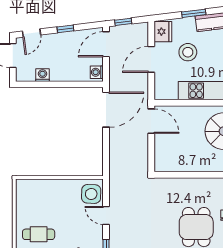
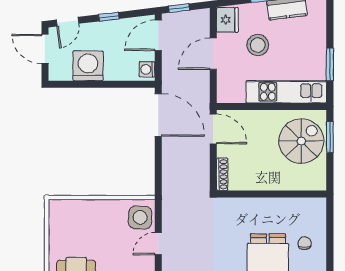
washing machine: (43, 75) -> (88, 66), width x1.89, depth x1.89
door: (106, 110) -> (158, 115), hinge flipped
shoe rack: (159, 158) -> (222, 174), added
door: (106, 216) -> (158, 244), hinge flipped

